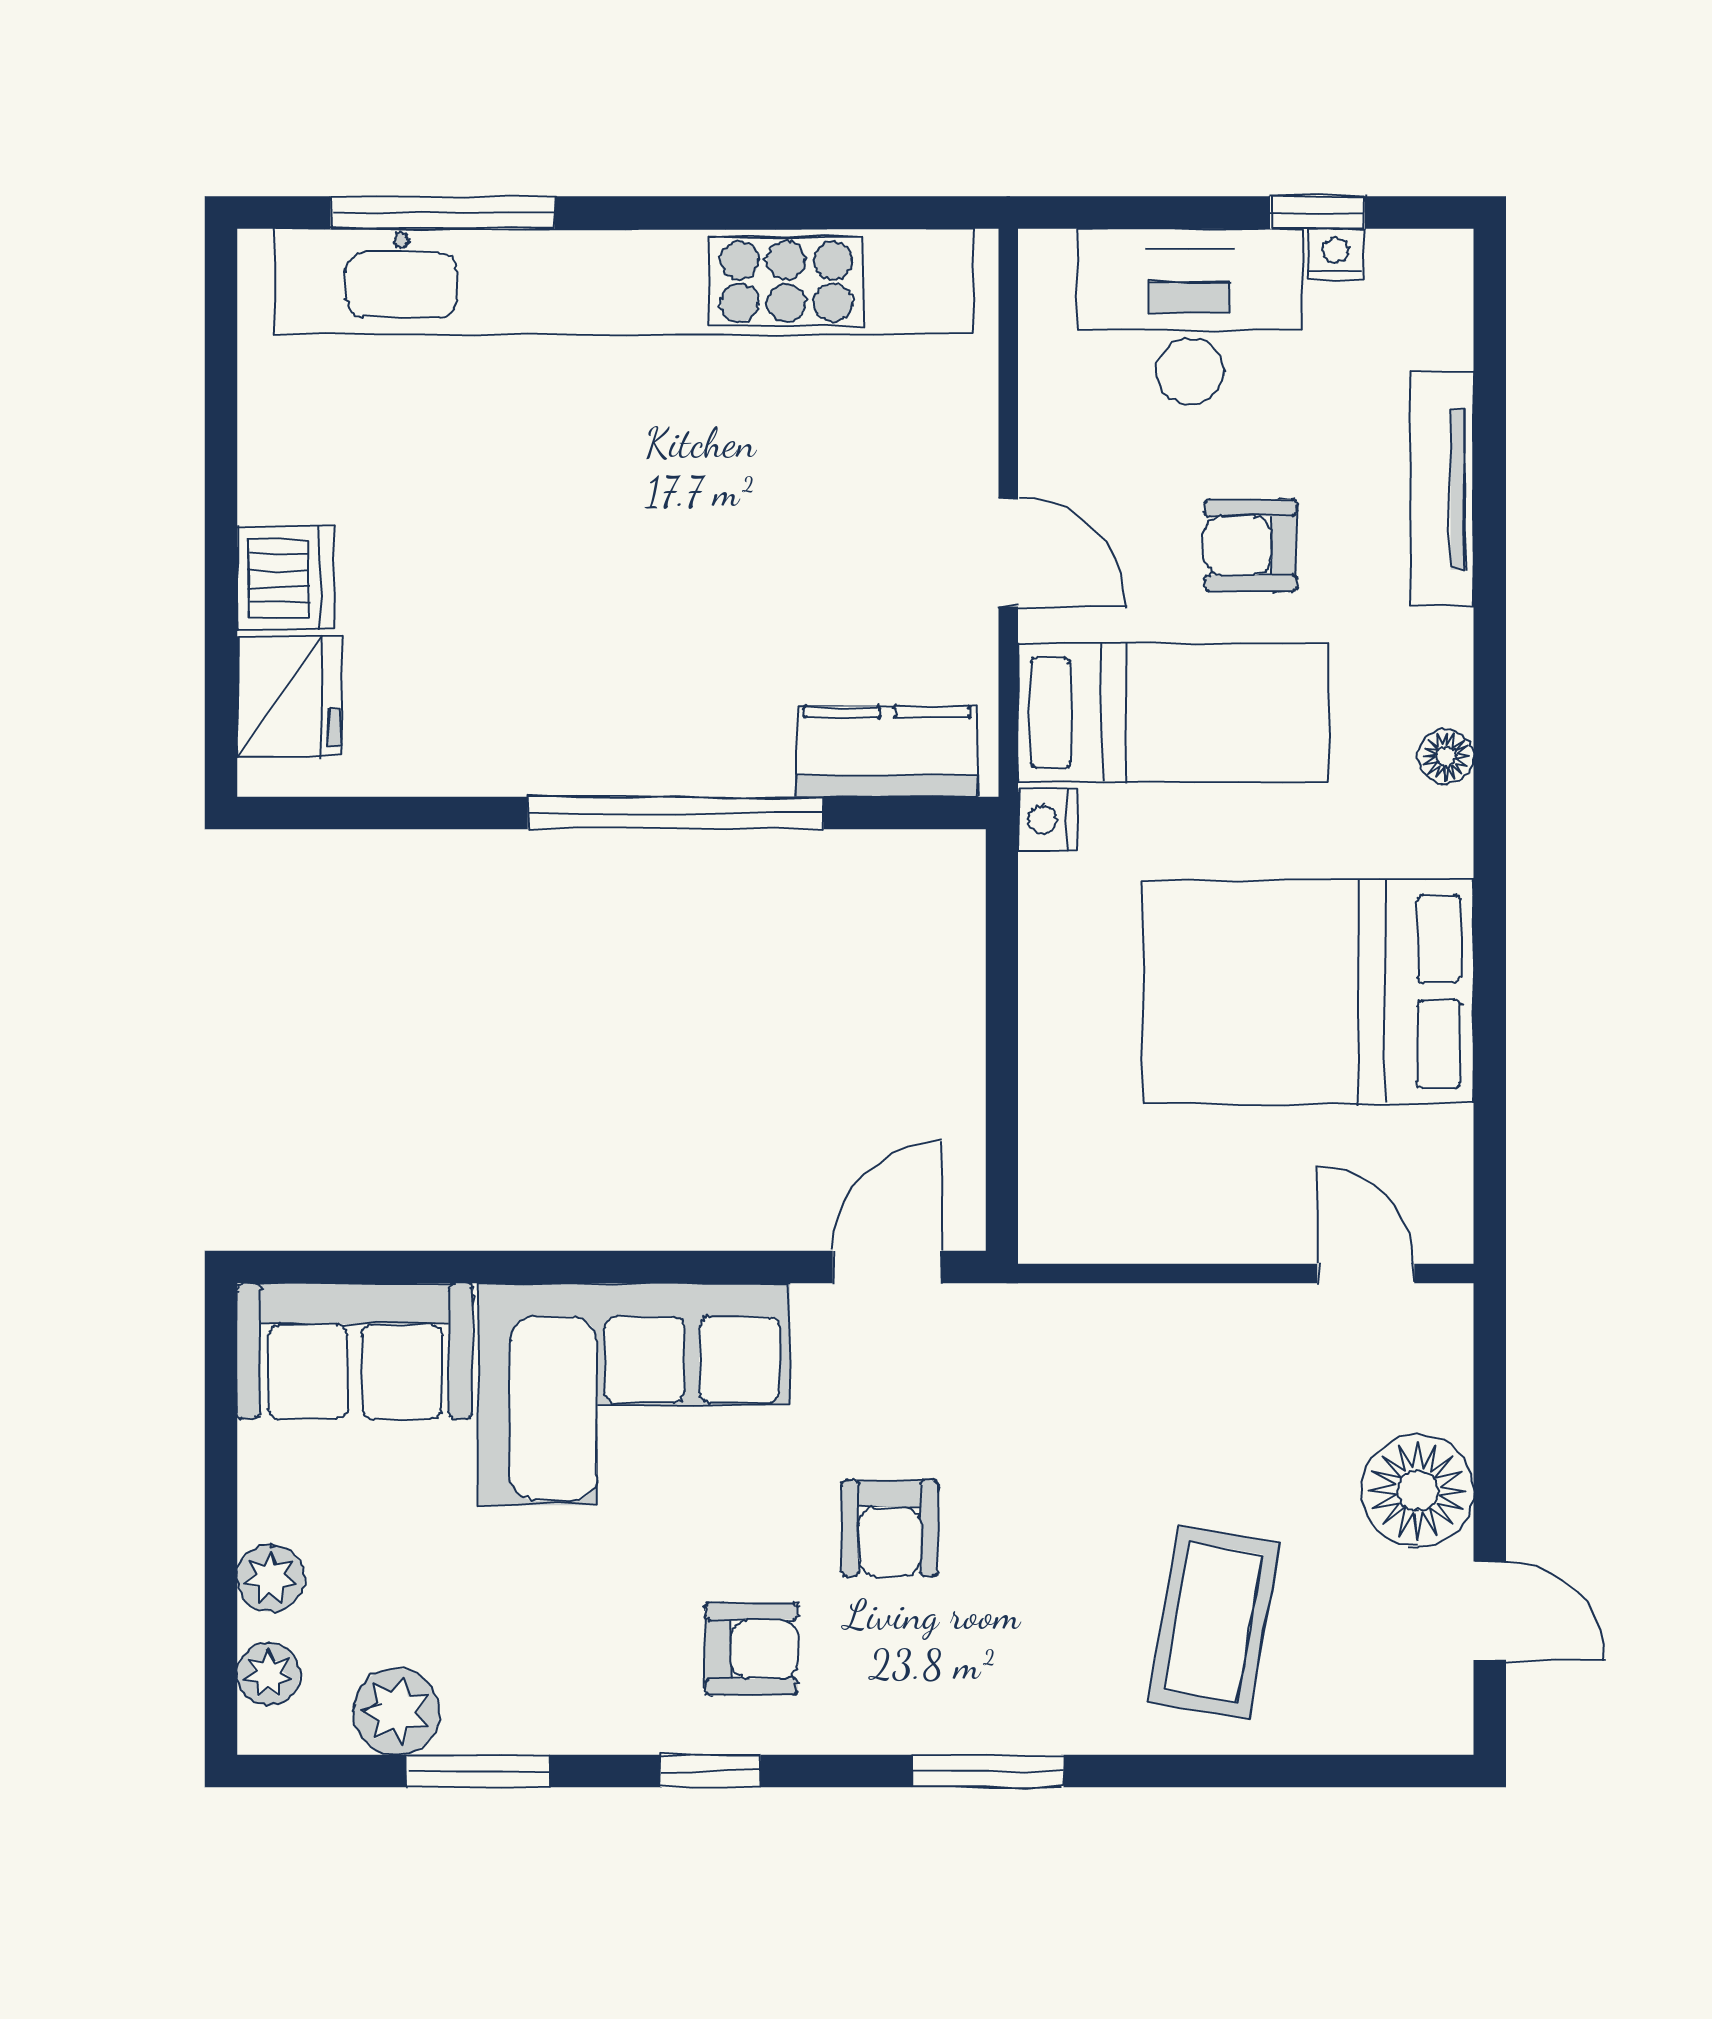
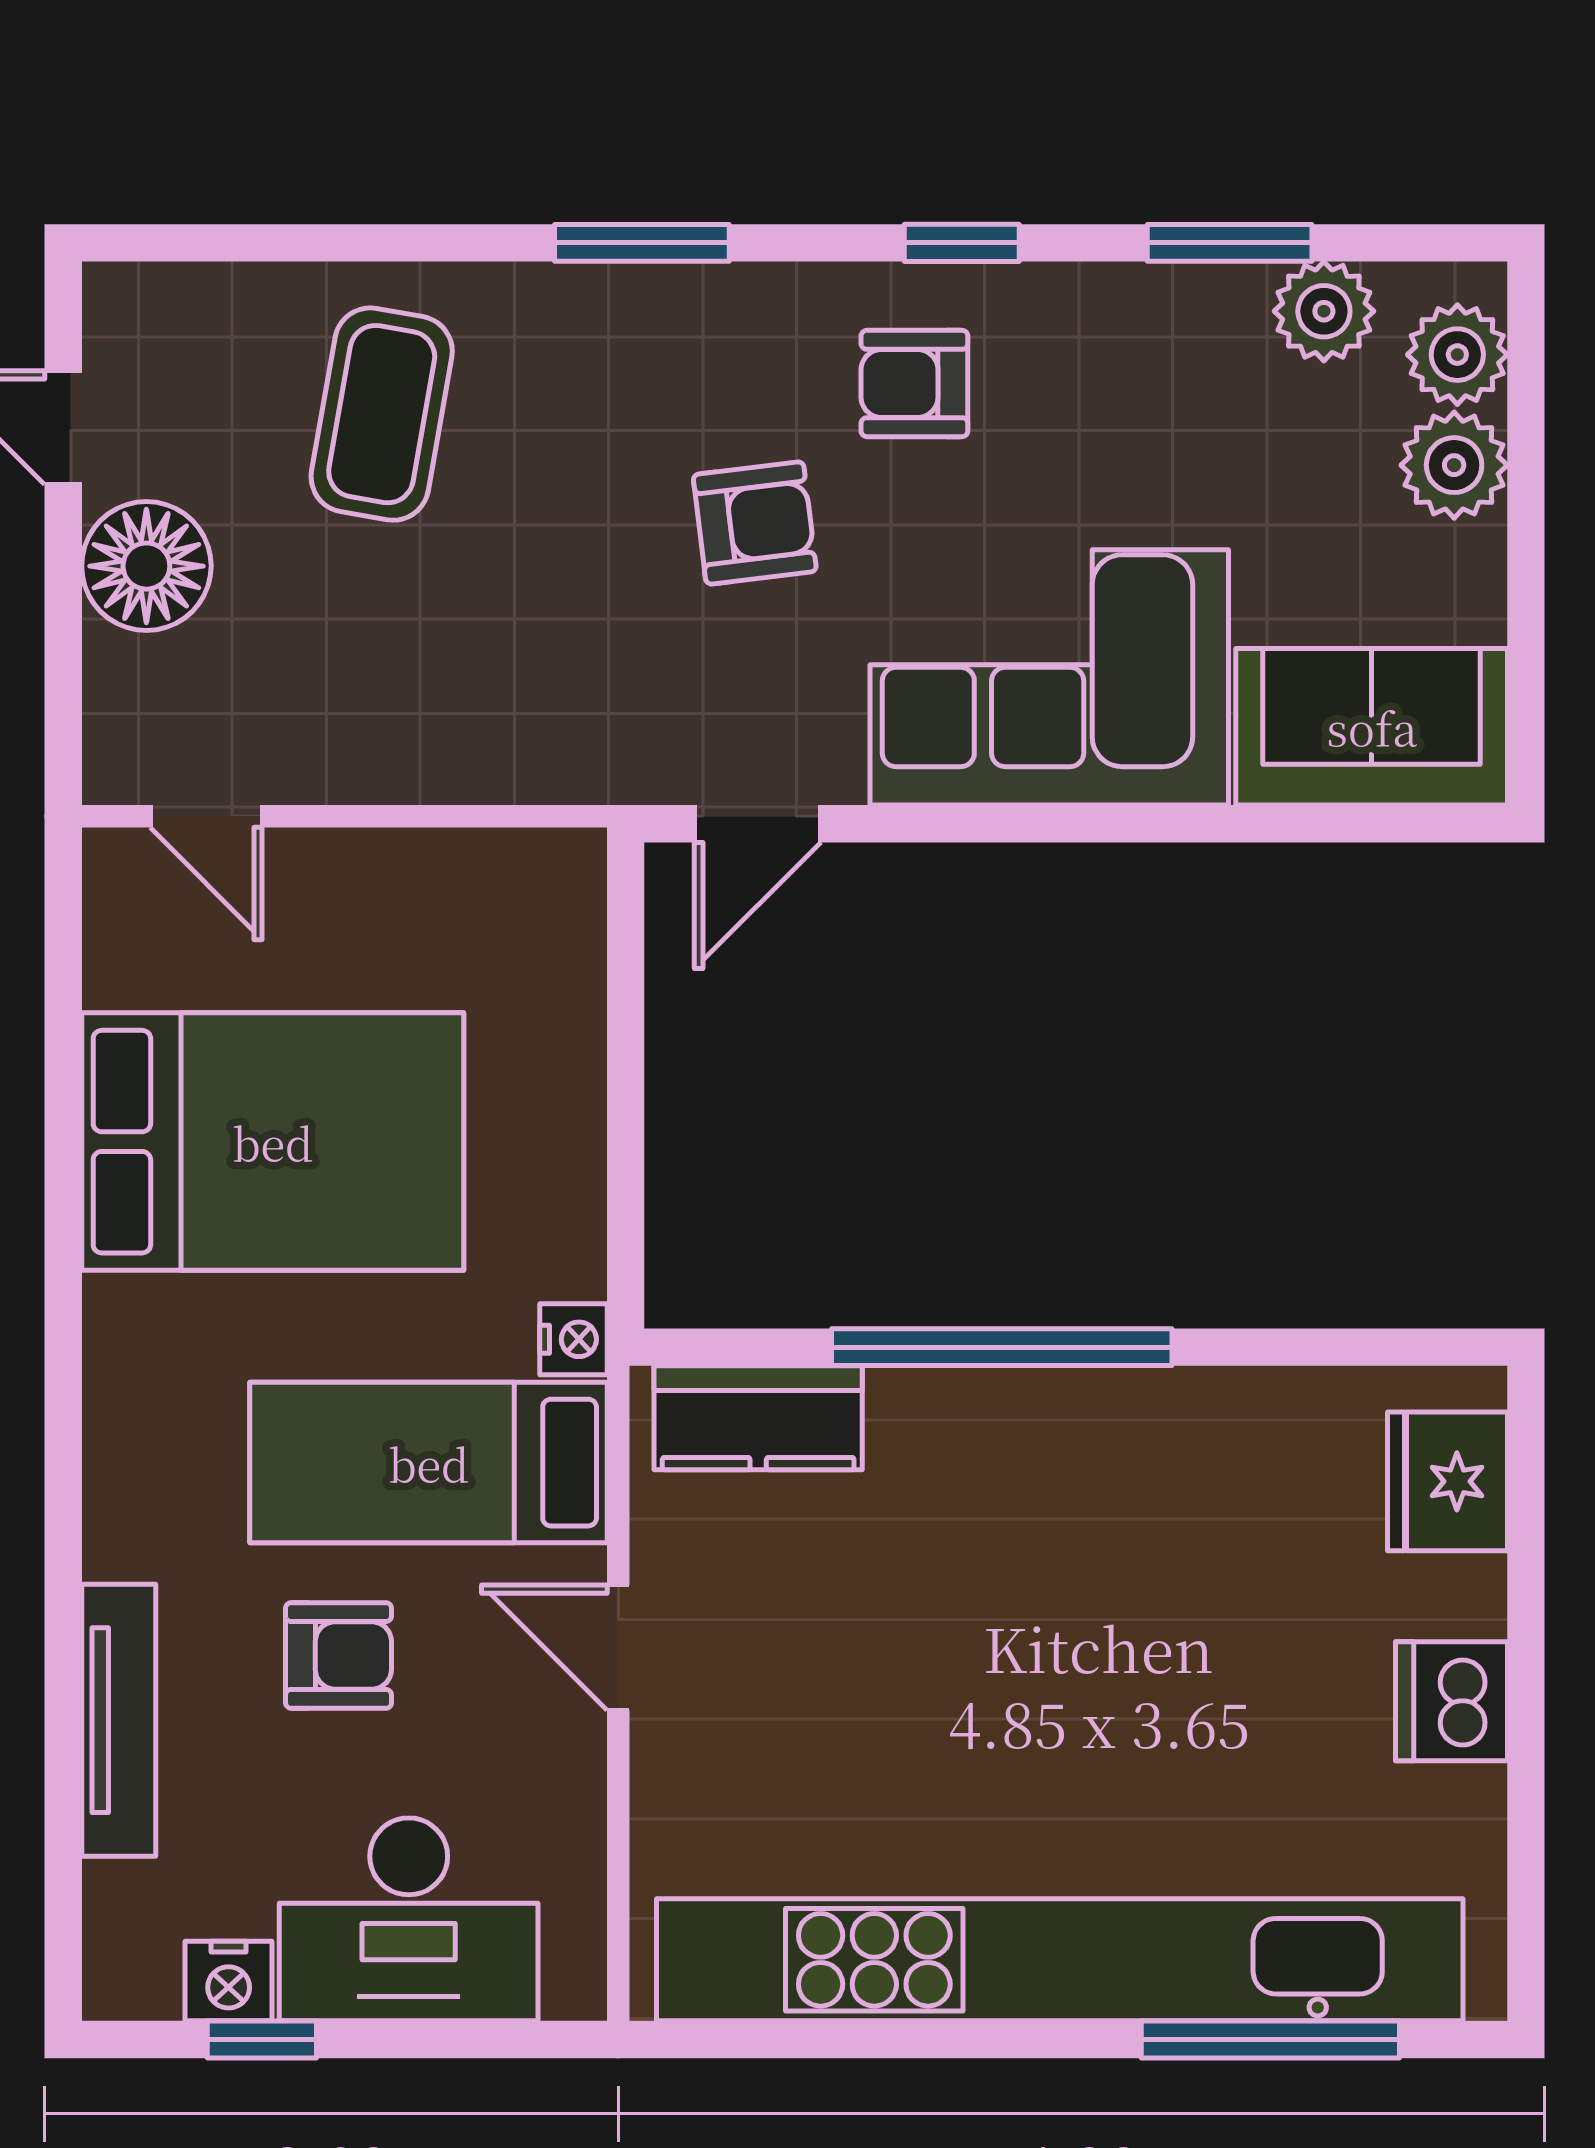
nightstand: (1336, 254) -> (229, 1981), width x1.39, depth x1.35
dishwasher: (285, 578) -> (1451, 1701), moved
floor lamp: (1446, 757) -> (114, 1412), removed
armchair: (890, 1528) -> (755, 523), turned 83
plant: (271, 1578) -> (1454, 465), width x1.38, depth x1.38
plant: (269, 1674) -> (1457, 355), width x1.38, depth x1.38

